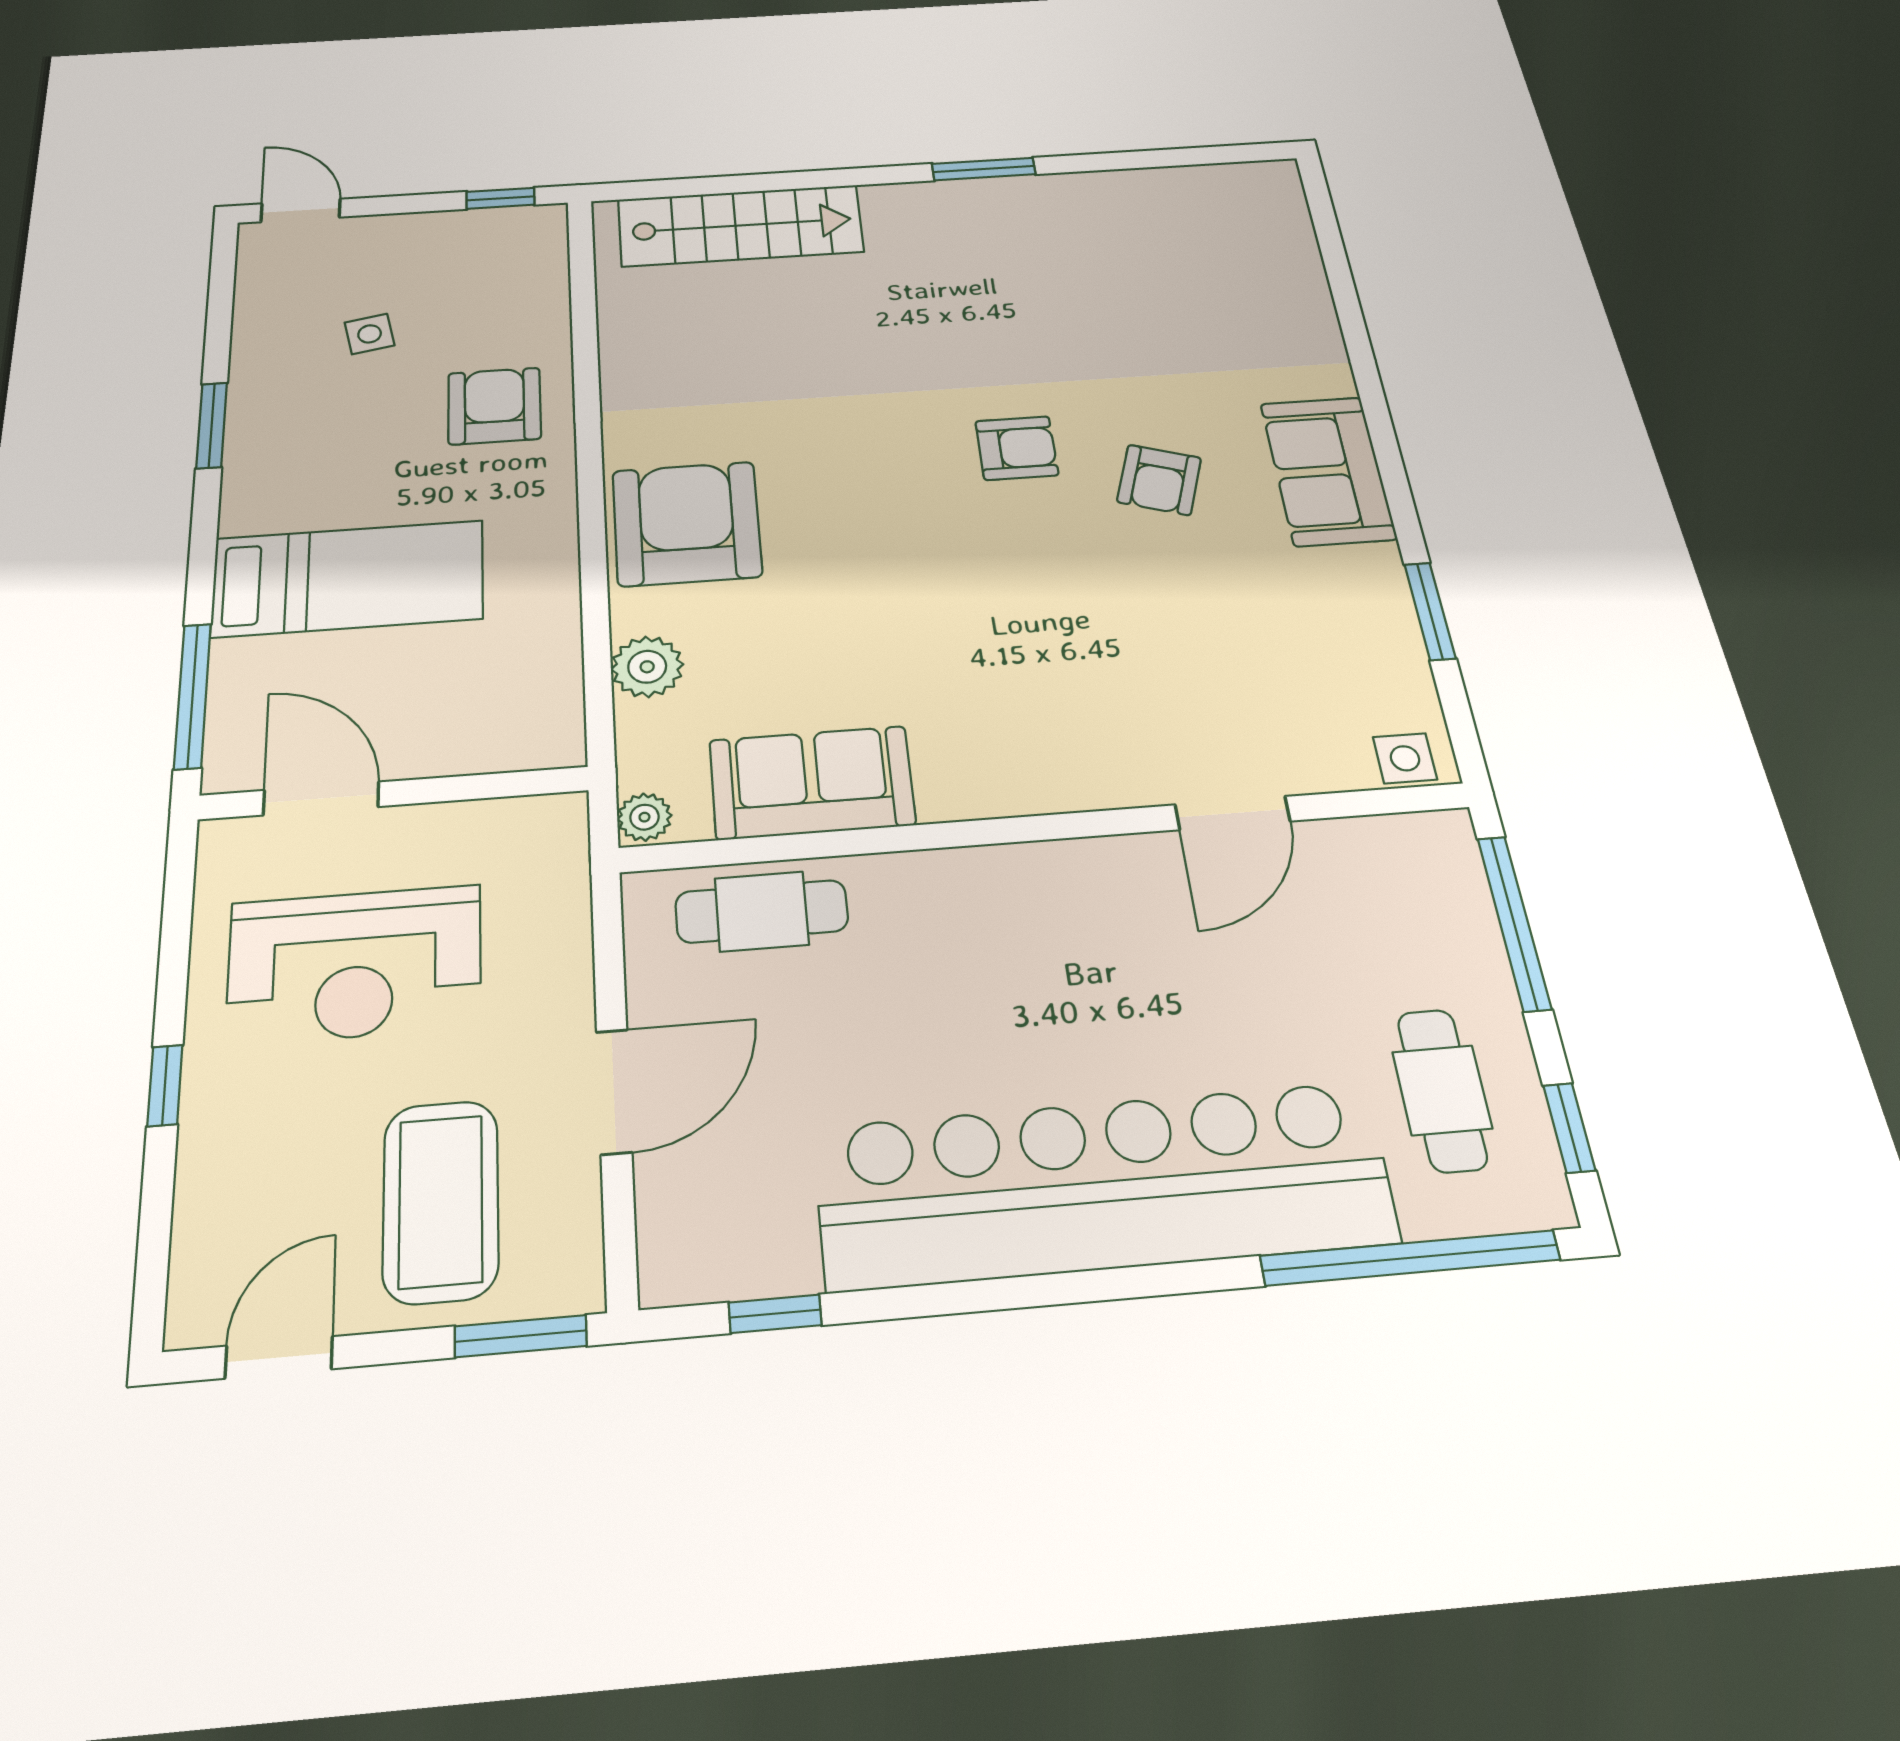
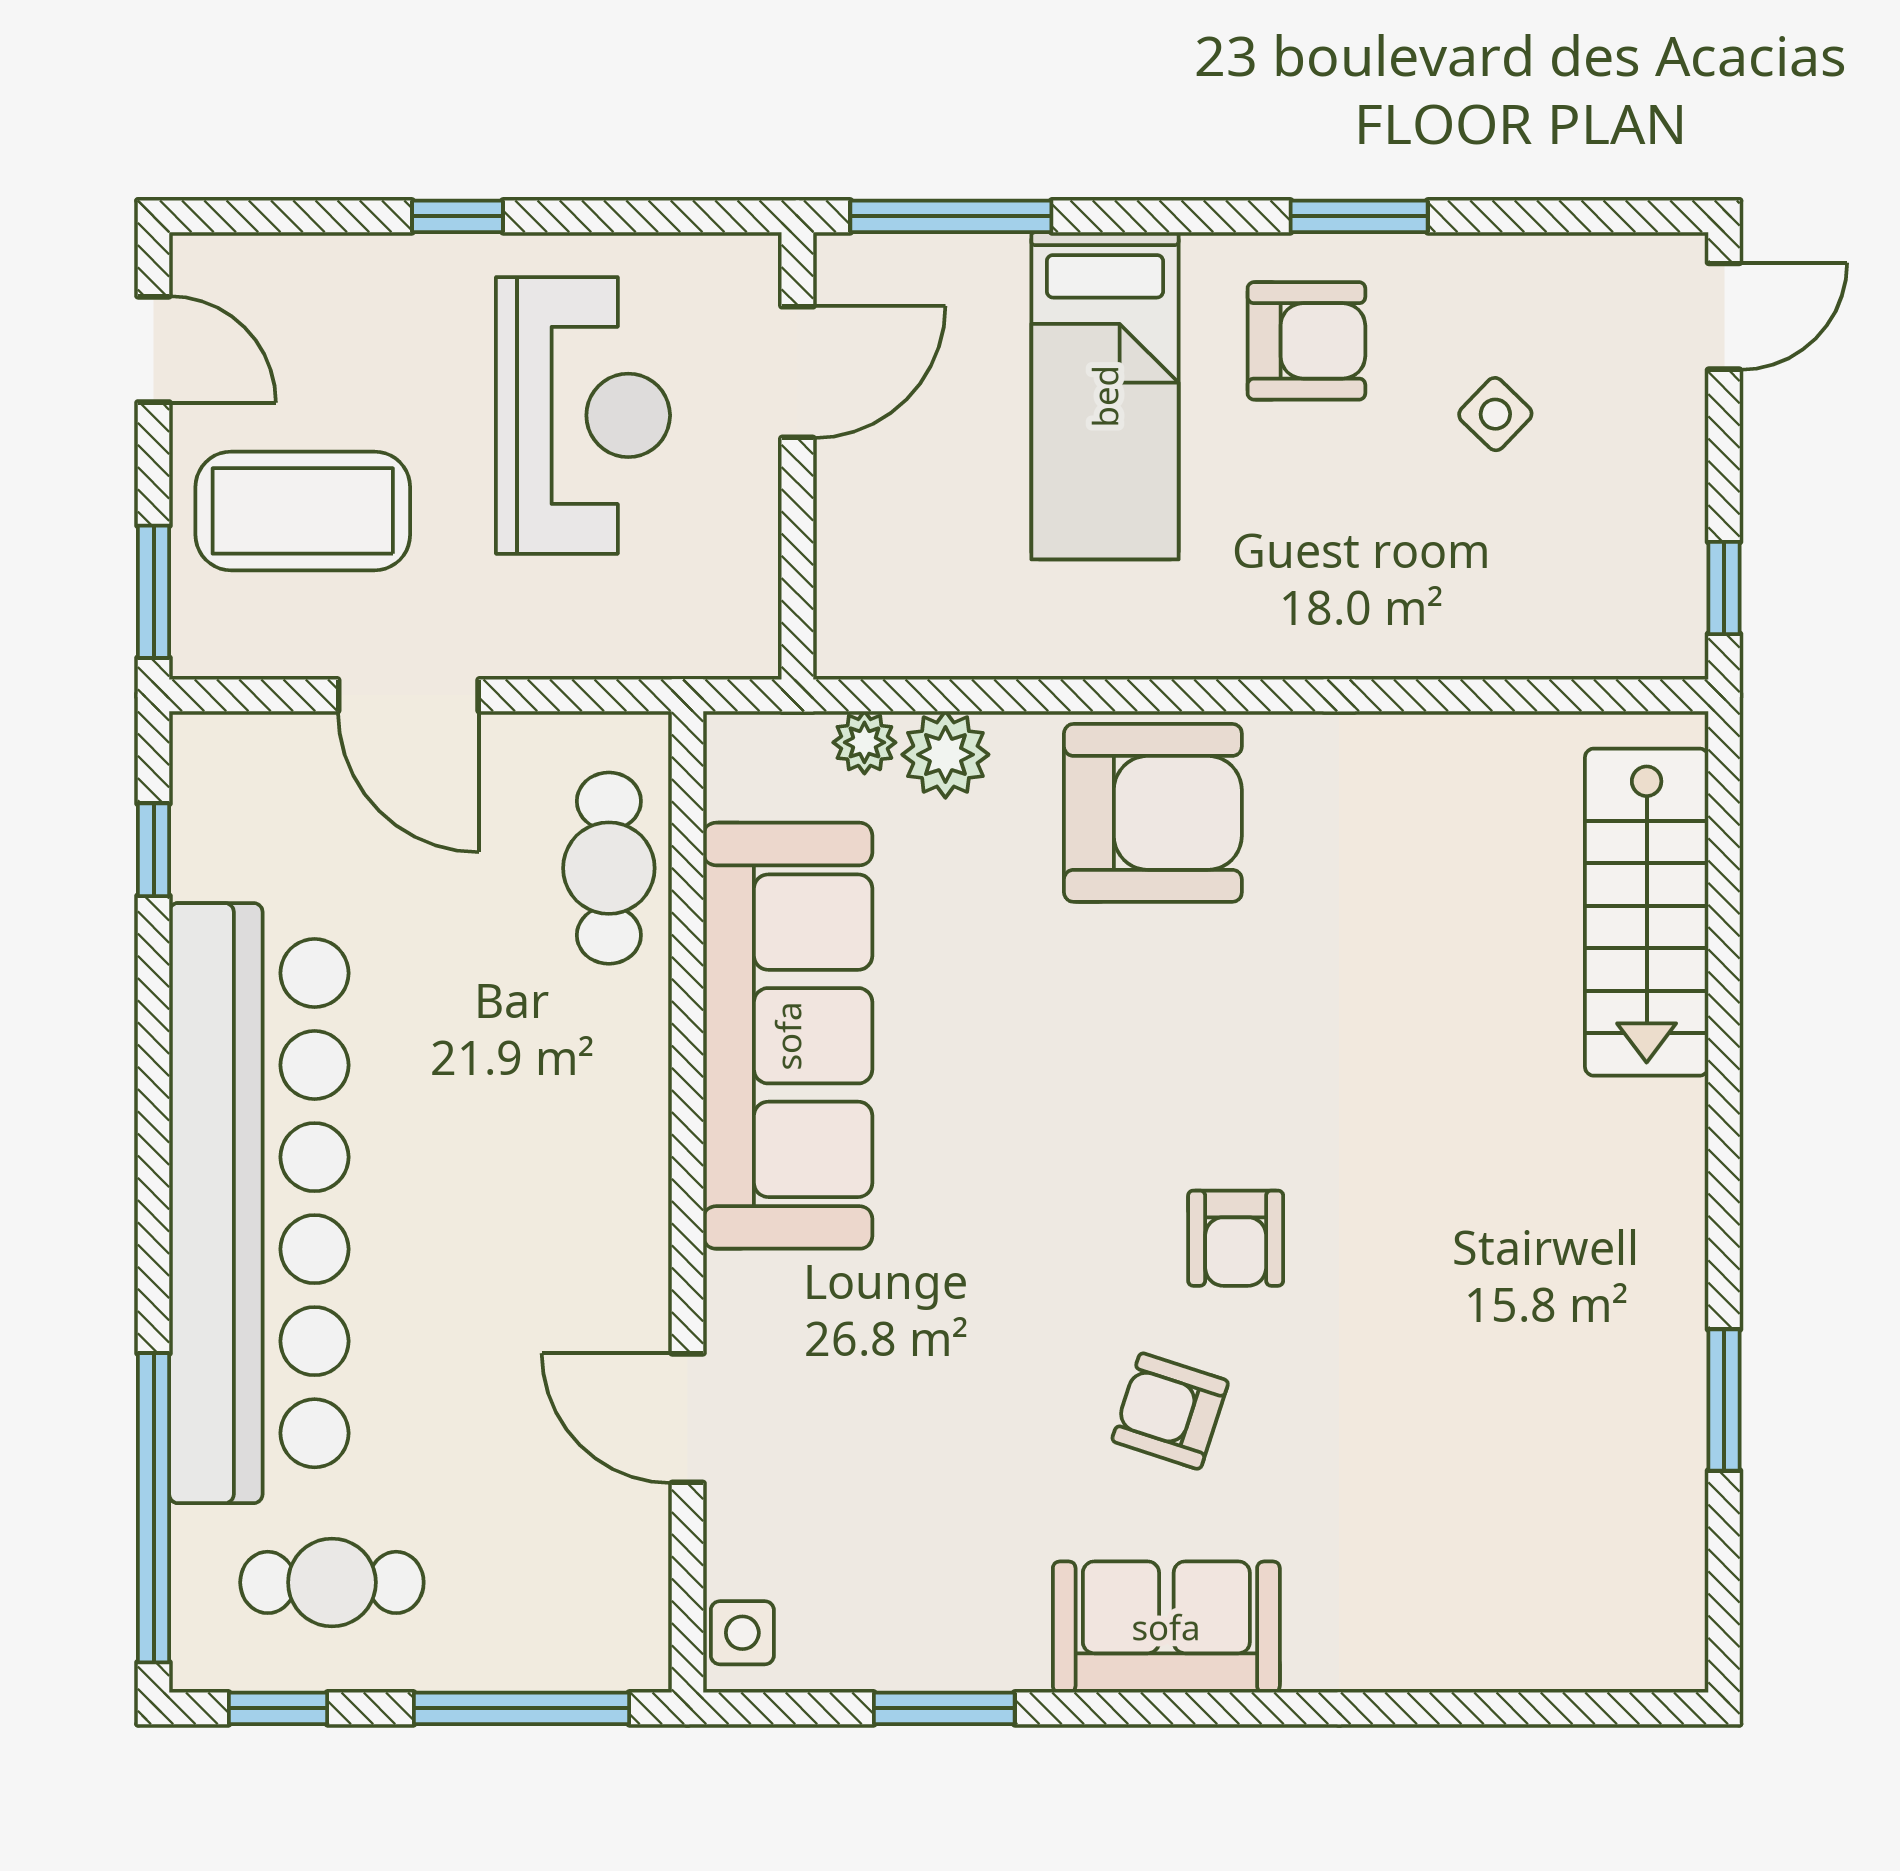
window: (984, 169) -> (1724, 1400), moved
side table: (370, 334) -> (1495, 414), turned -35
armchair: (494, 406) -> (1306, 341), moved
sofa: (812, 782) -> (788, 1036), width x1.85, depth x1.27
plant: (644, 817) -> (864, 742), moved
reception desk: (355, 964) -> (583, 415), turned 180

